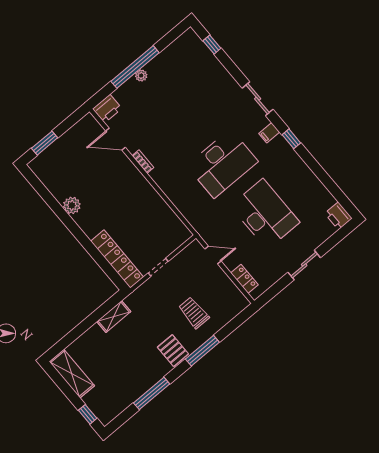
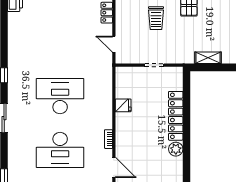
filing cabinet: (269, 133) -> (15, 91), removed
fridge: (156, 205) -> (123, 105), added
desk: (265, 214) -> (60, 150), moved, turned -90
locker: (117, 259) -> (176, 116), moved

